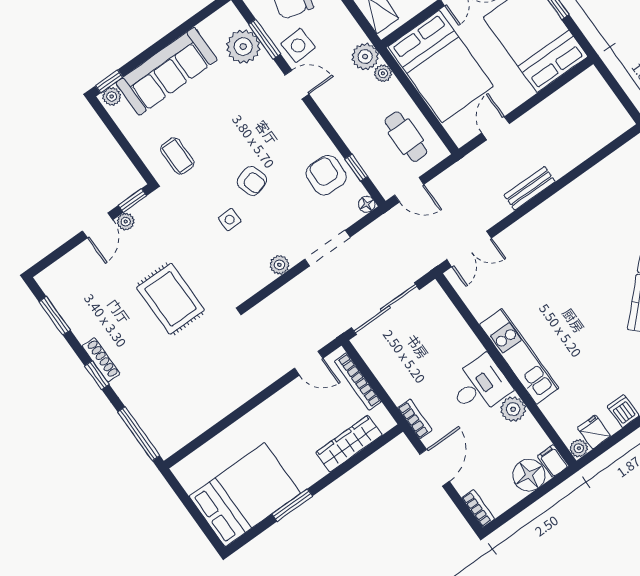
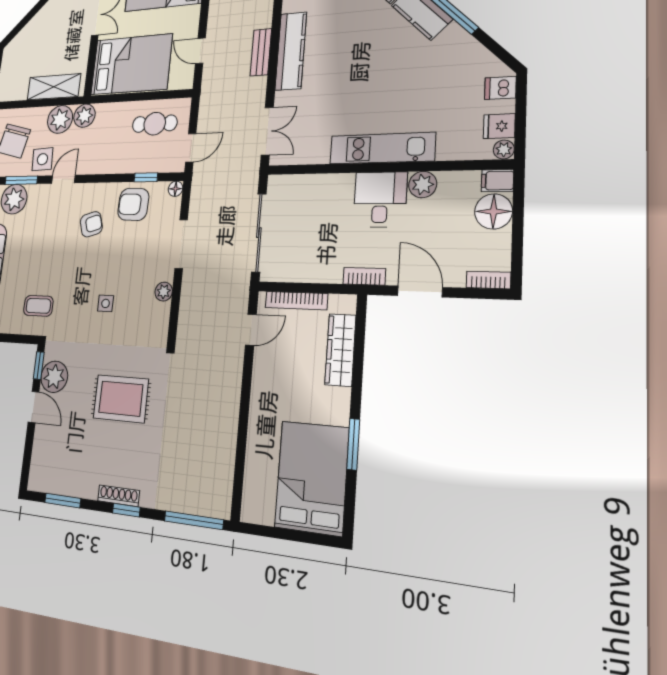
plant: (383, 73) -> (60, 119), moved, width x1.88, depth x1.88
armchair: (252, 181) -> (91, 224), moved
kitchen counter: (547, 215) -> (291, 51), added
plant: (126, 222) -> (54, 377), width x1.87, depth x1.87

